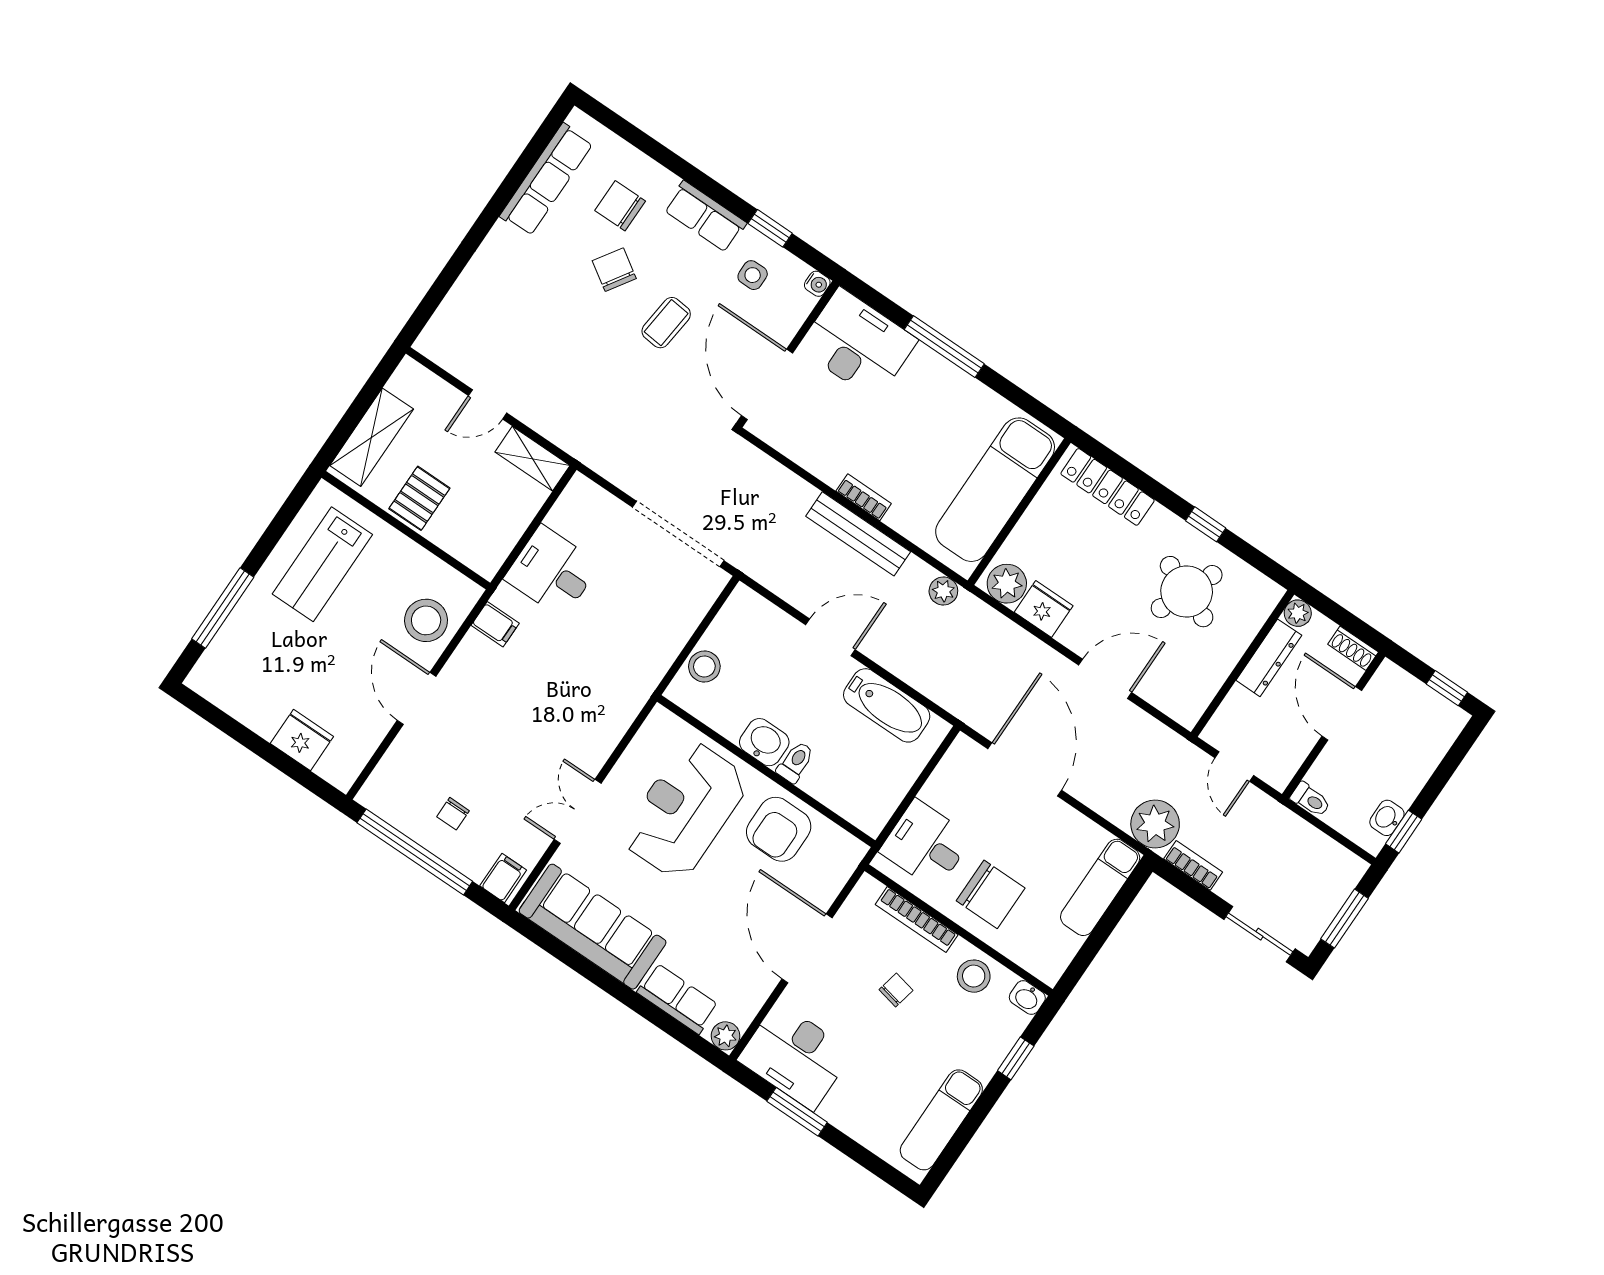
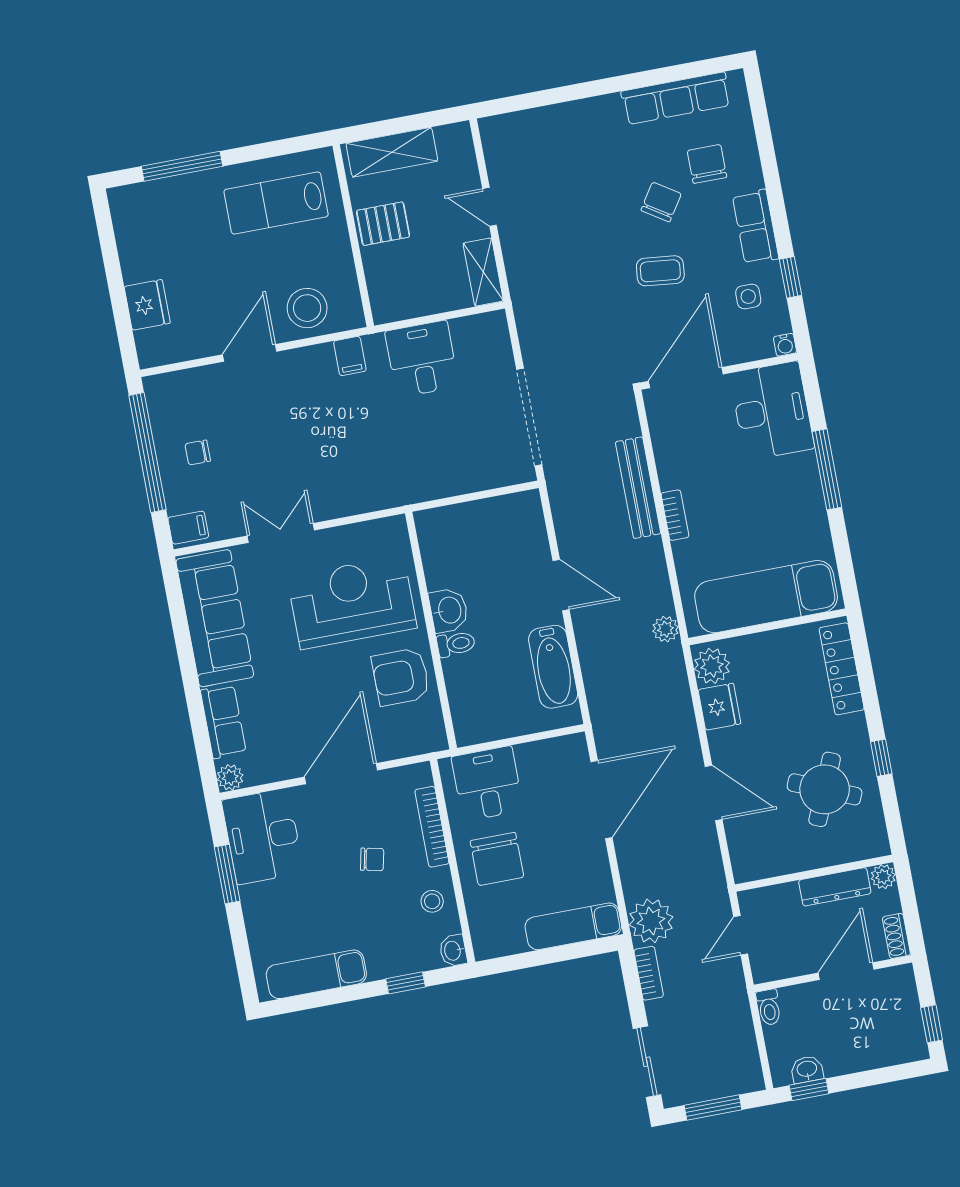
bench: (858, 534) -> (638, 488), moved
stool: (704, 666) -> (459, 521), removed
stool: (974, 976) -> (432, 901), width x0.73, depth x0.73

